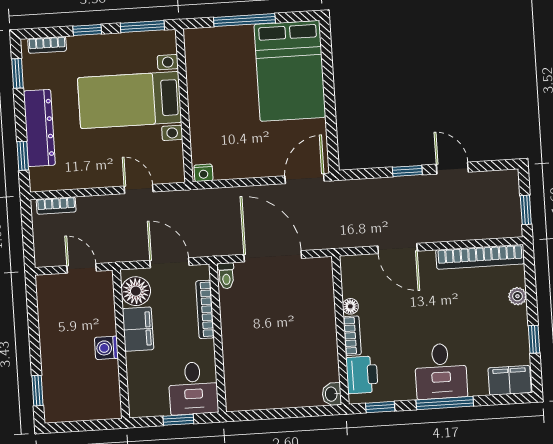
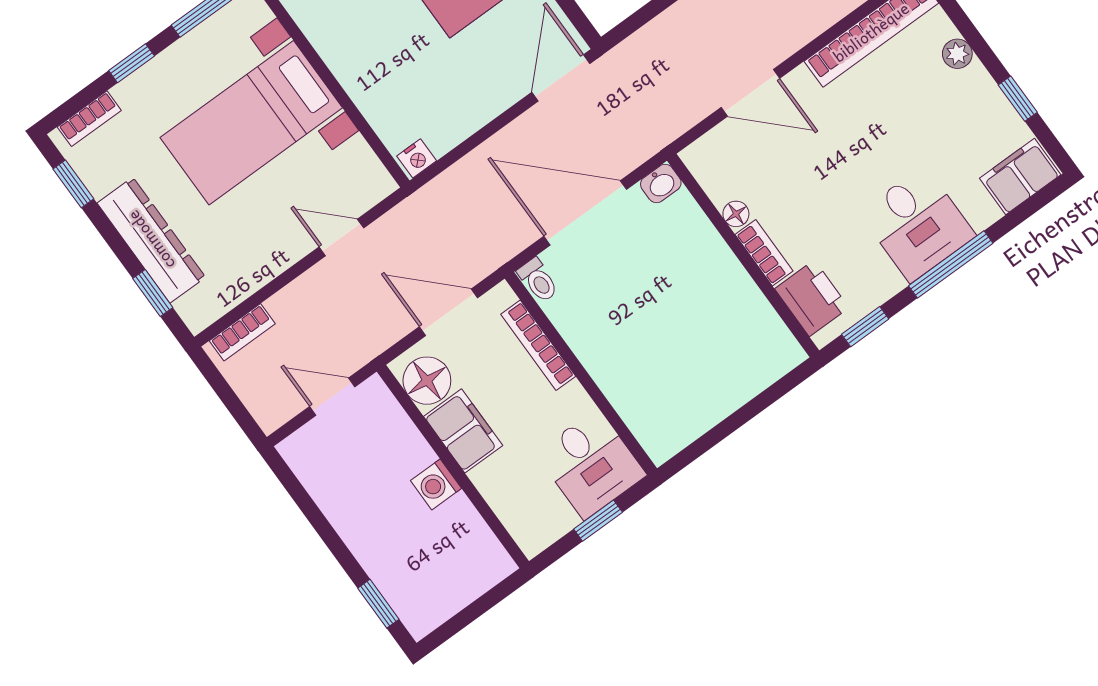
washbasin: (332, 394) -> (661, 183), moved, turned -90

